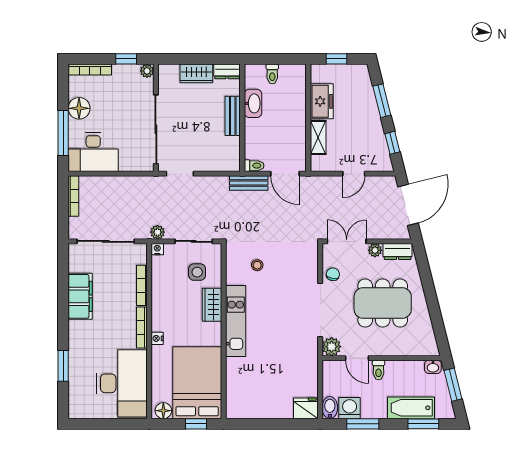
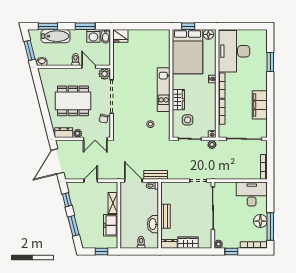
window: (63, 133) -> (270, 226), moved

